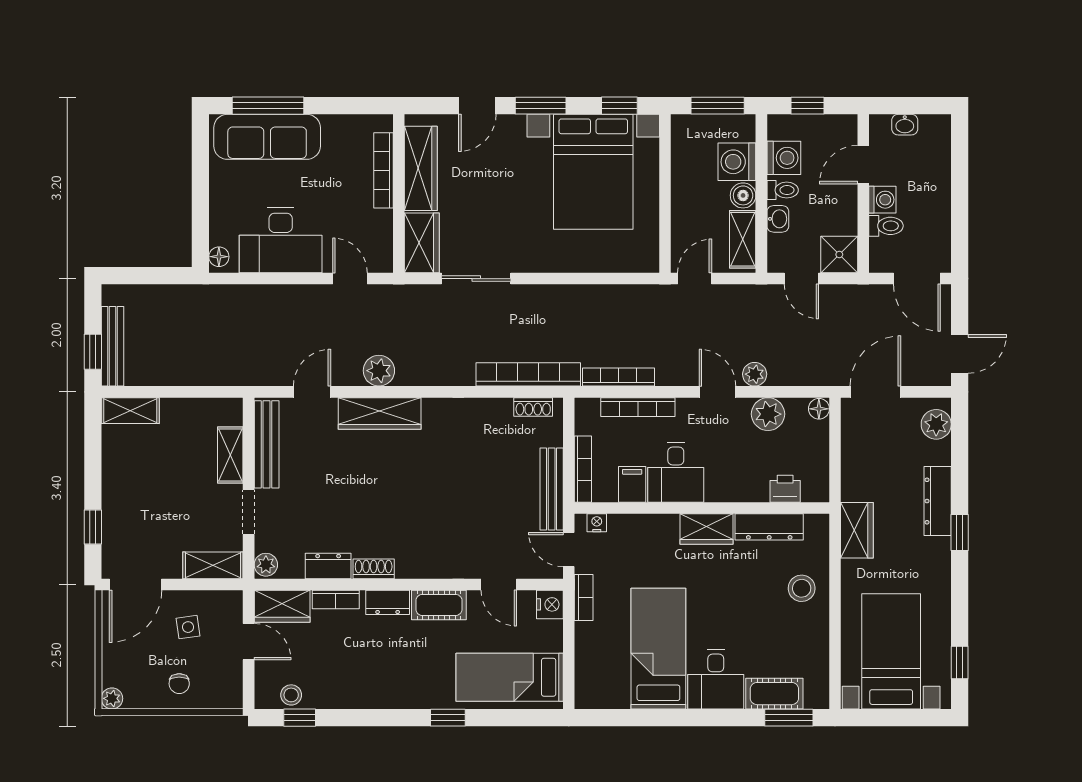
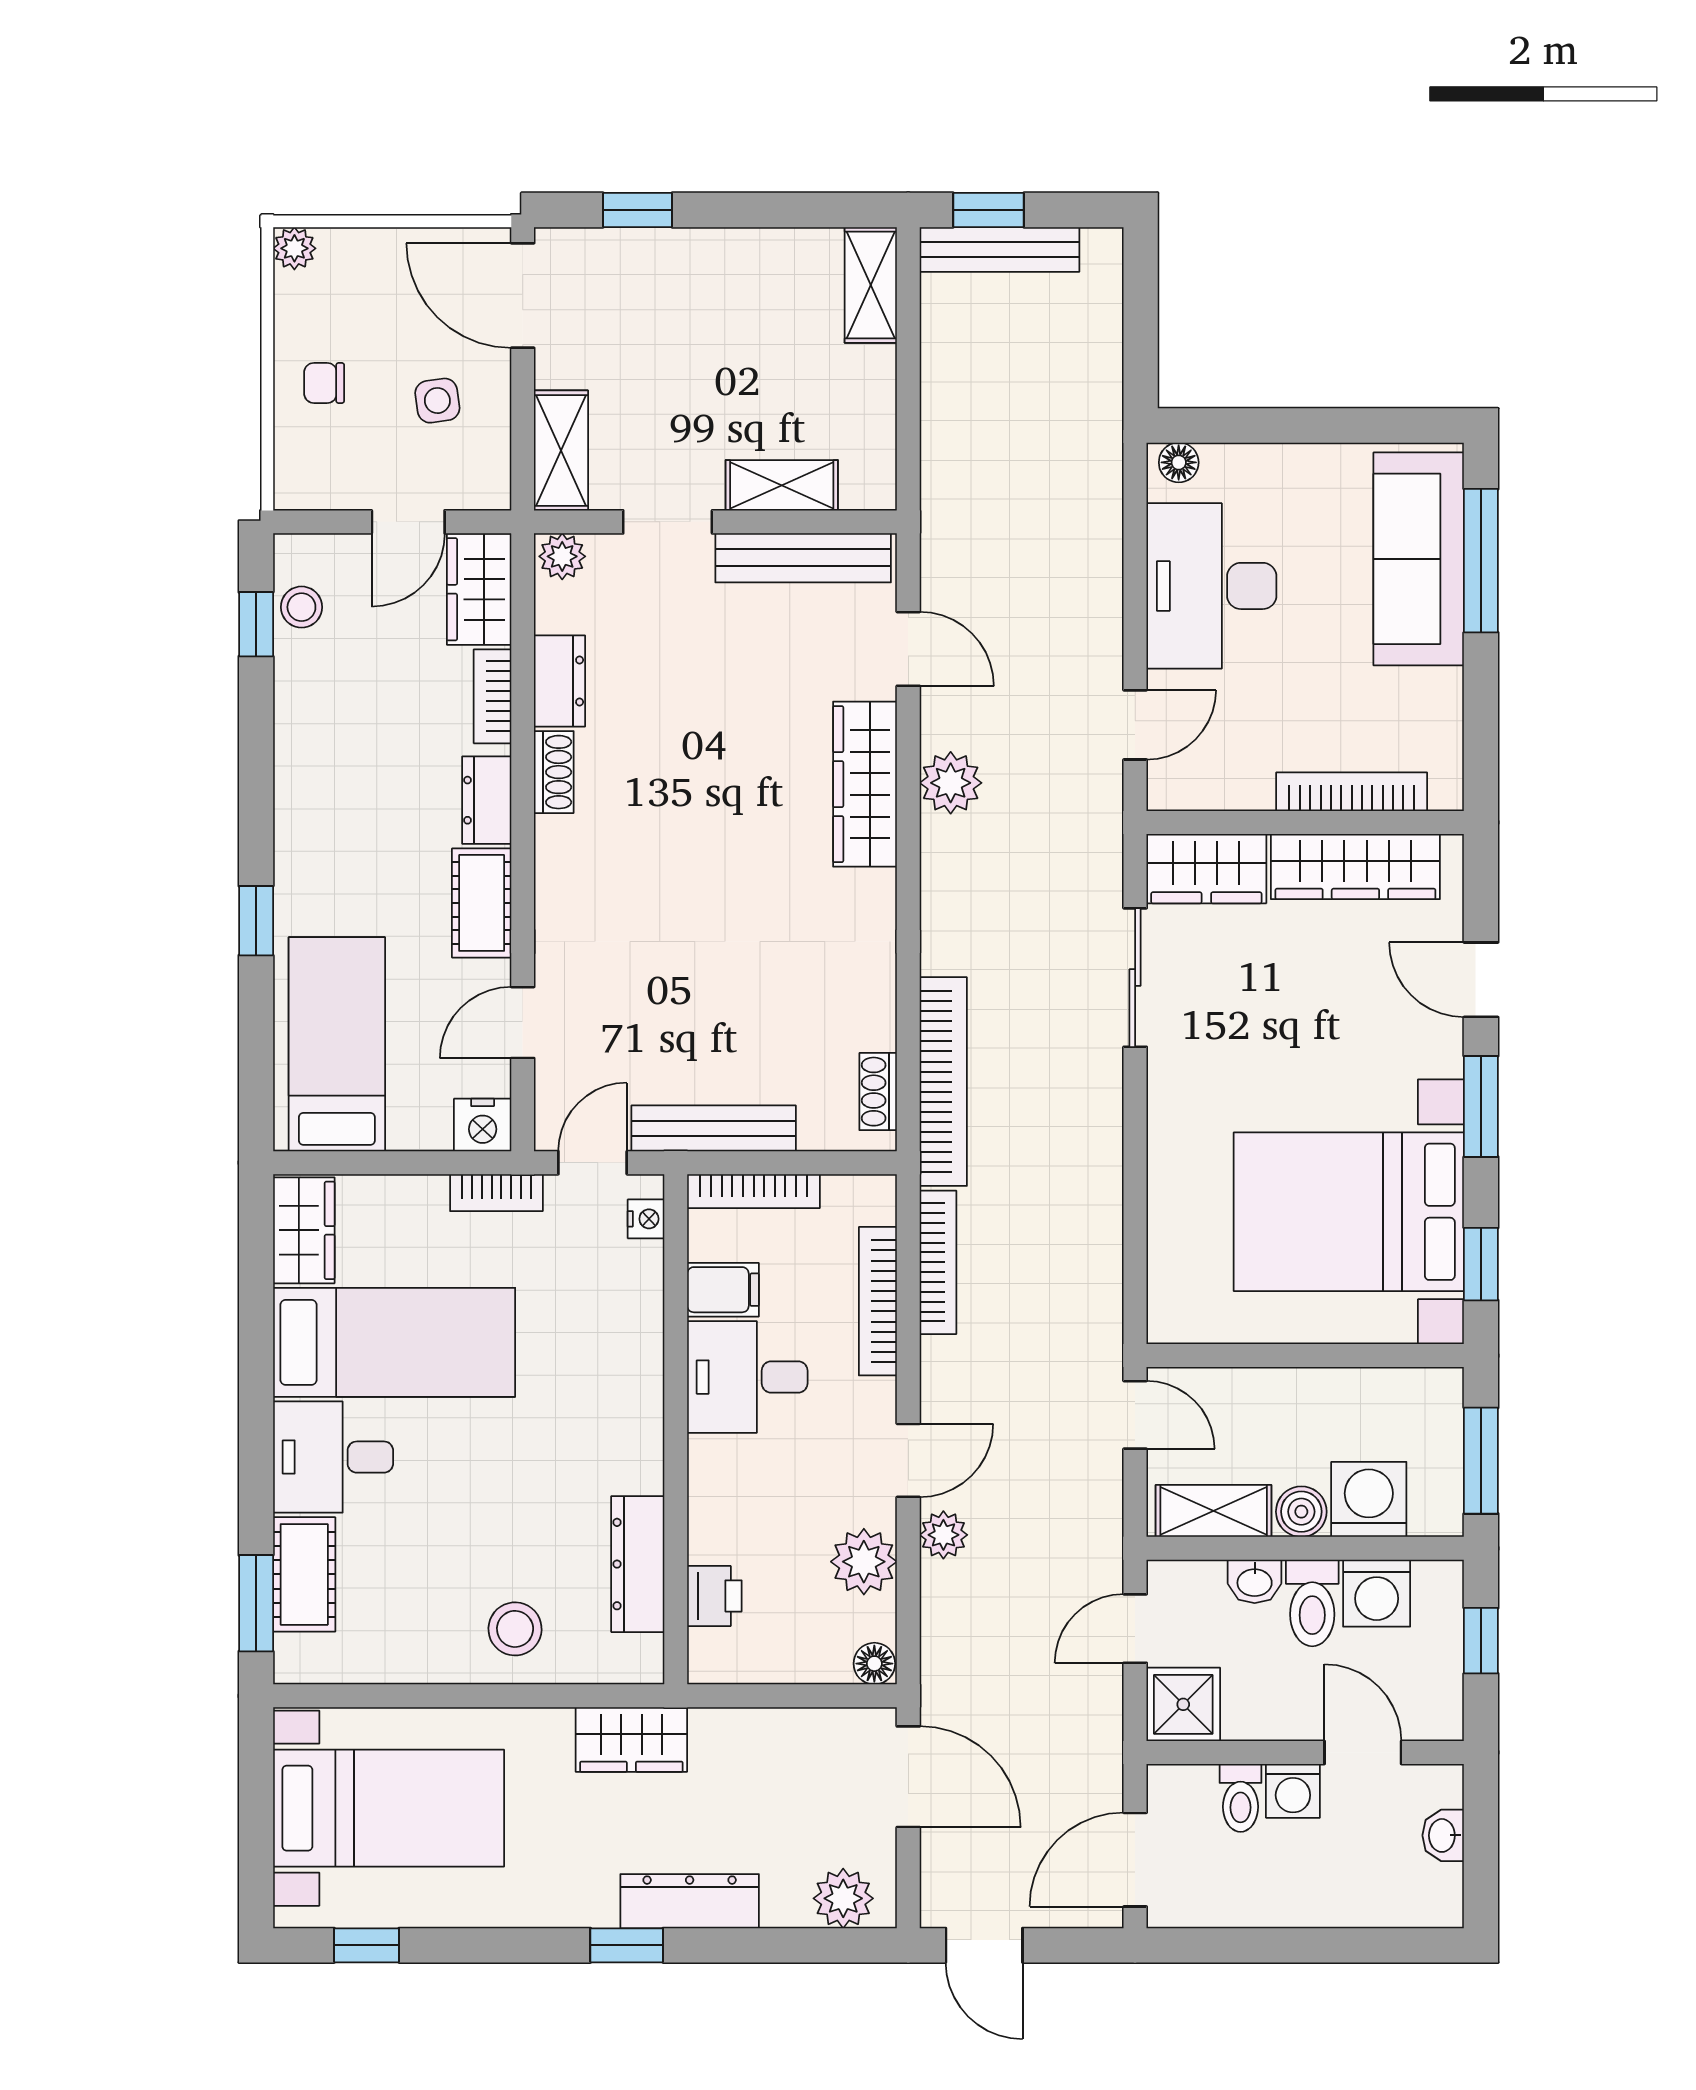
toilet: (783, 190) -> (1312, 1603), width x1.37, depth x1.39
wardrobe: (706, 529) -> (304, 1230), moved, turned 180

